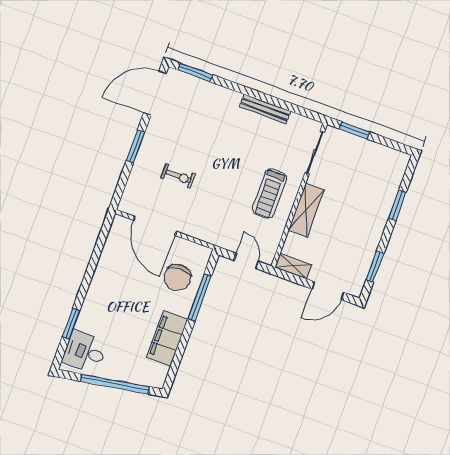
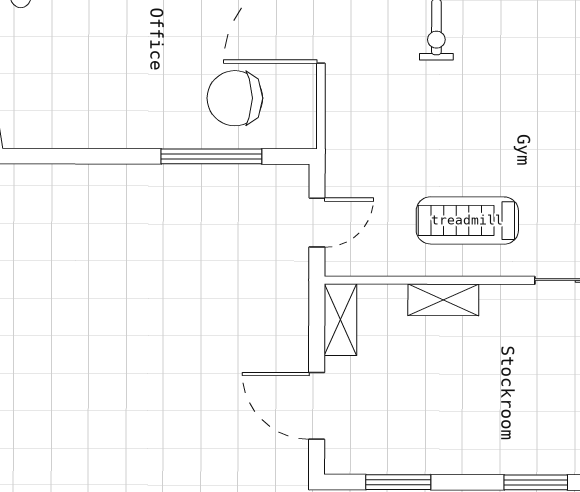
shelving: (306, 210) -> (443, 300), width x0.67, depth x0.75
filing cabinet: (167, 338) -> (106, 121), removed

